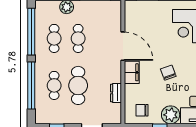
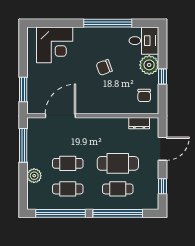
door: (123, 46) -> (60, 116), moved
filing cabinet: (132, 72) -> (104, 106), removed
dresser: (116, 93) -> (139, 123), moved

